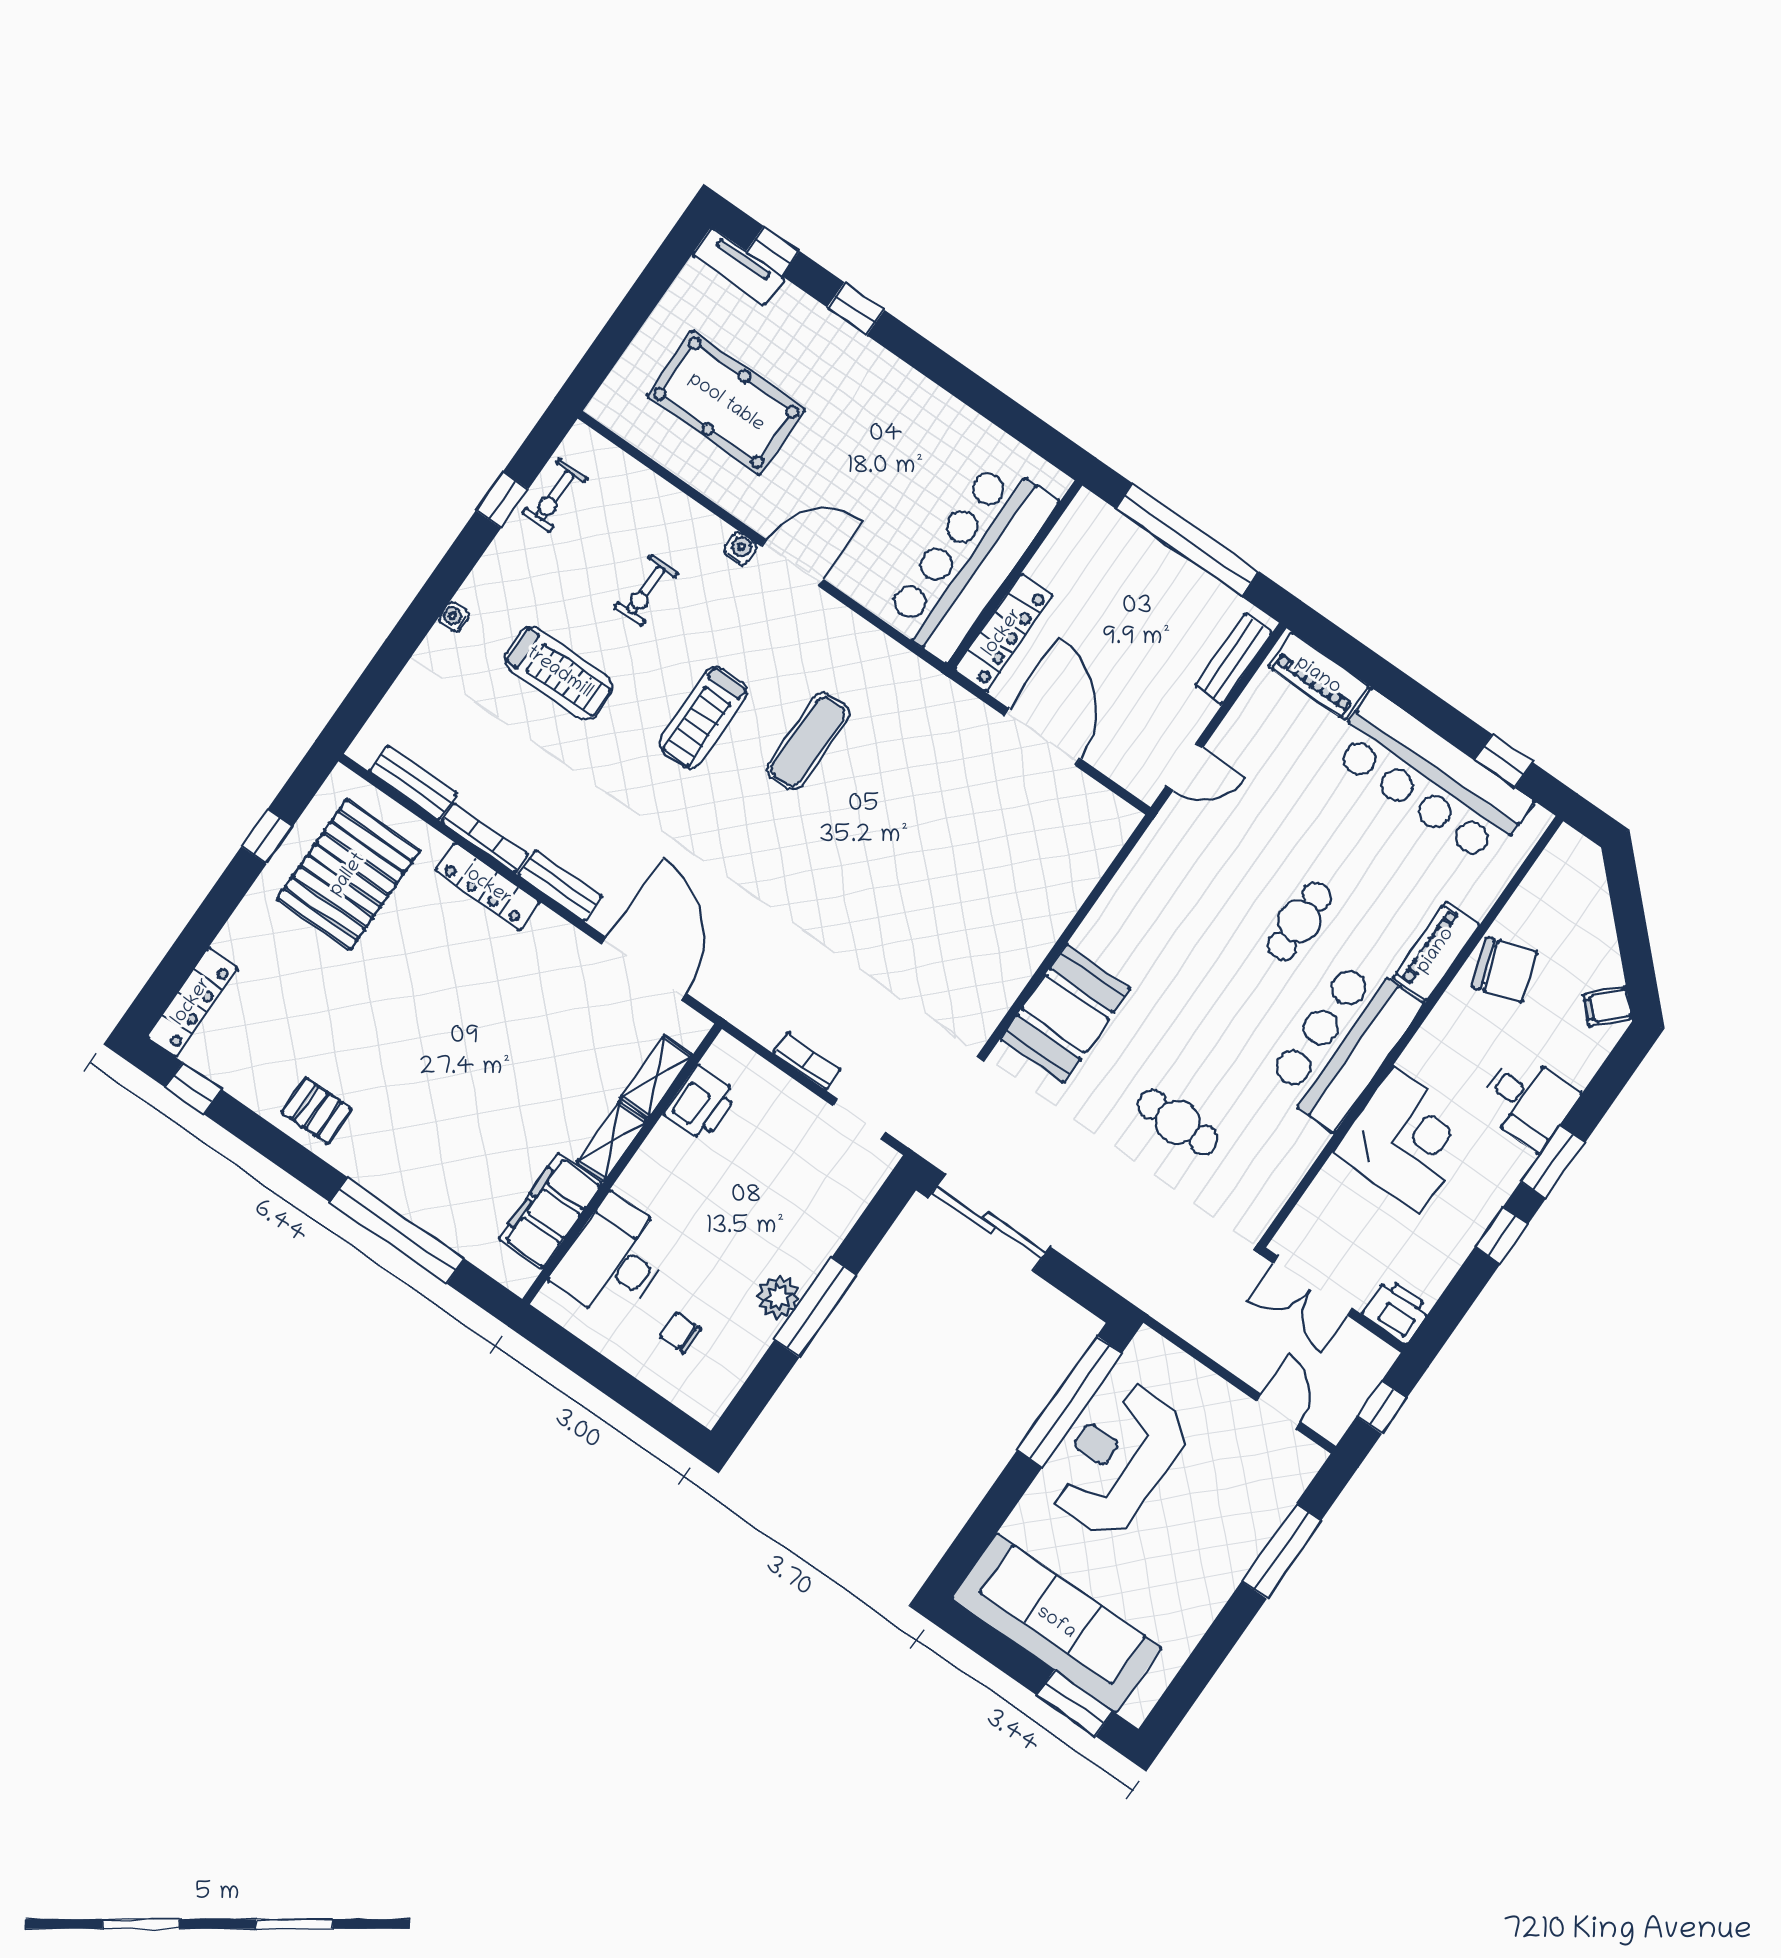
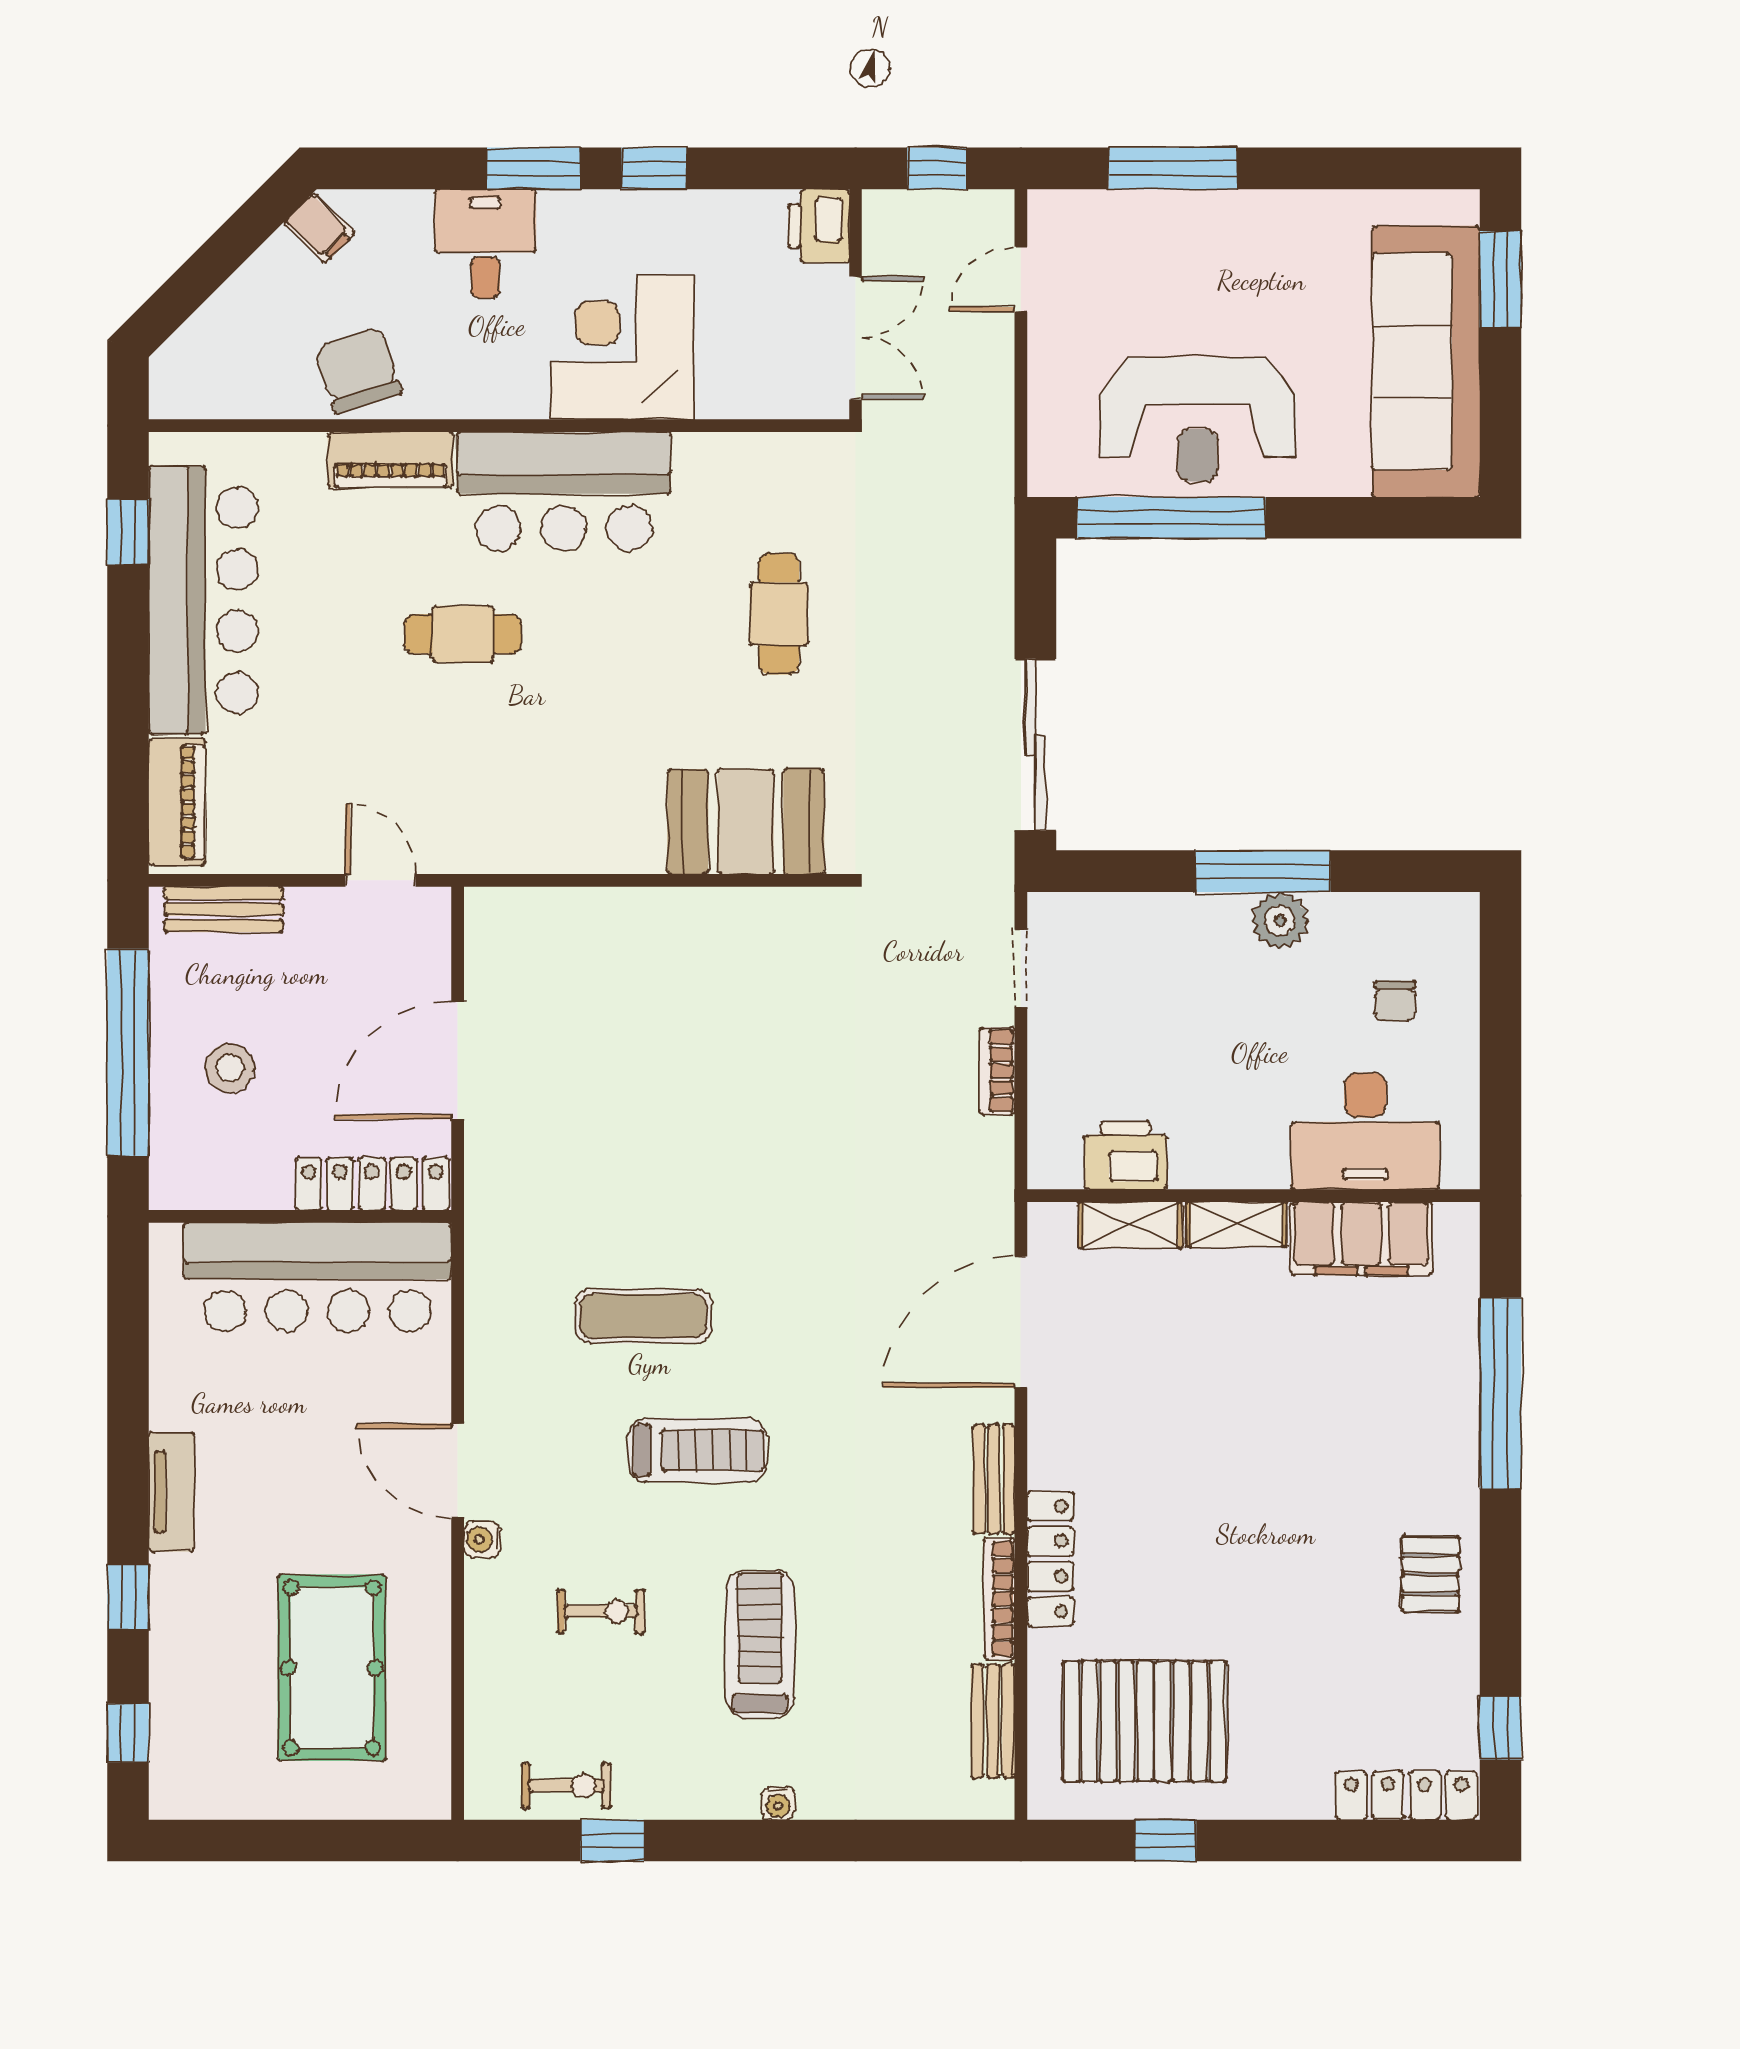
tv unit: (738, 266) -> (171, 1492), moved
stool: (1134, 595) -> (230, 1068), added

